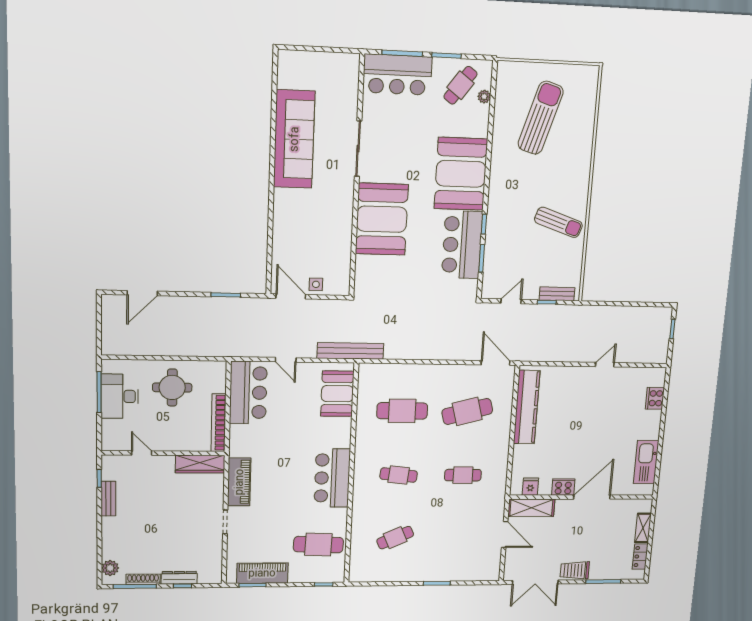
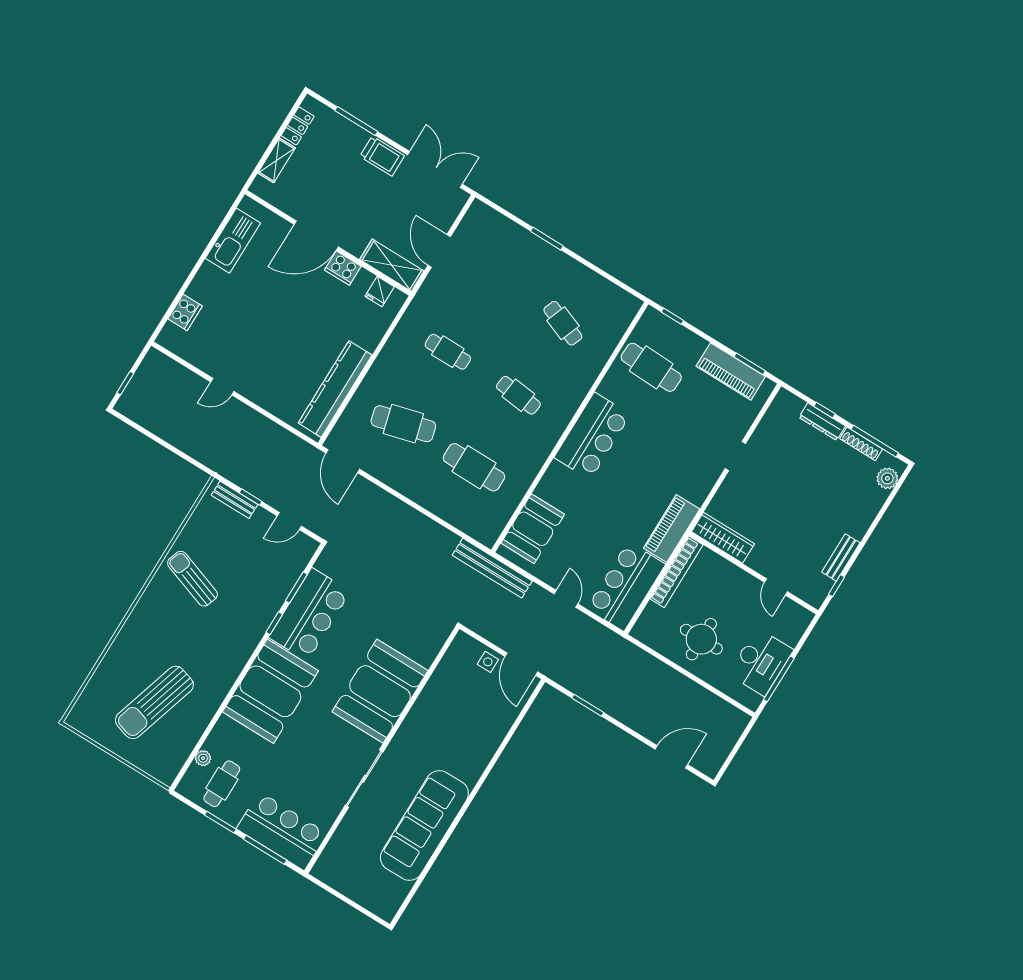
cafe table: (460, 85) -> (222, 784), turned -36
piano: (239, 482) -> (672, 529), moved
cafe table: (395, 538) -> (563, 323), turned 45

